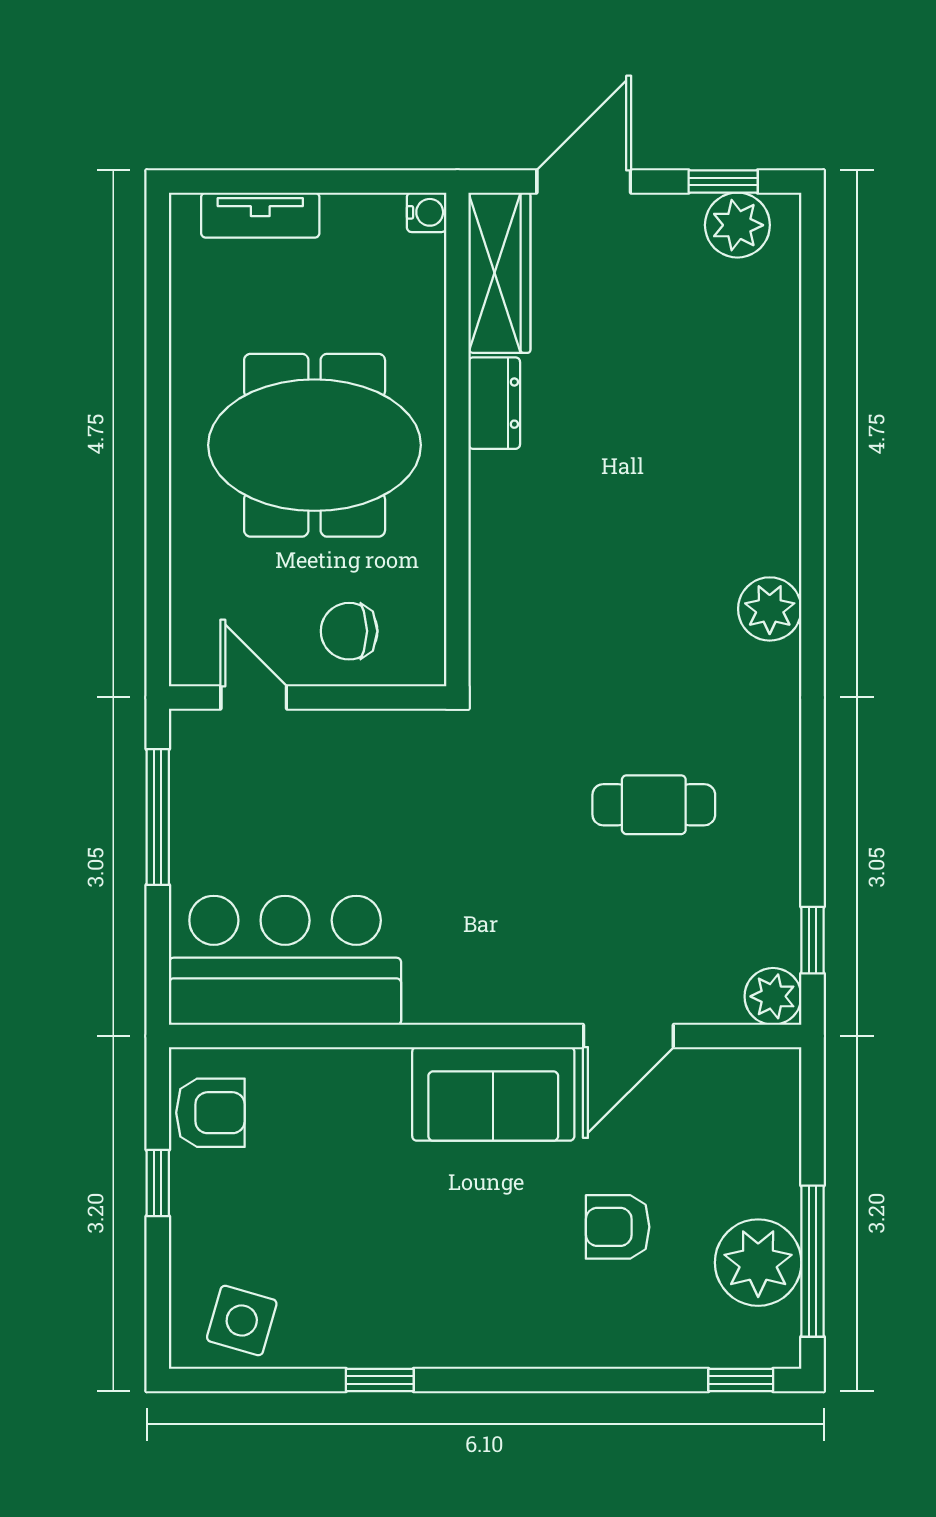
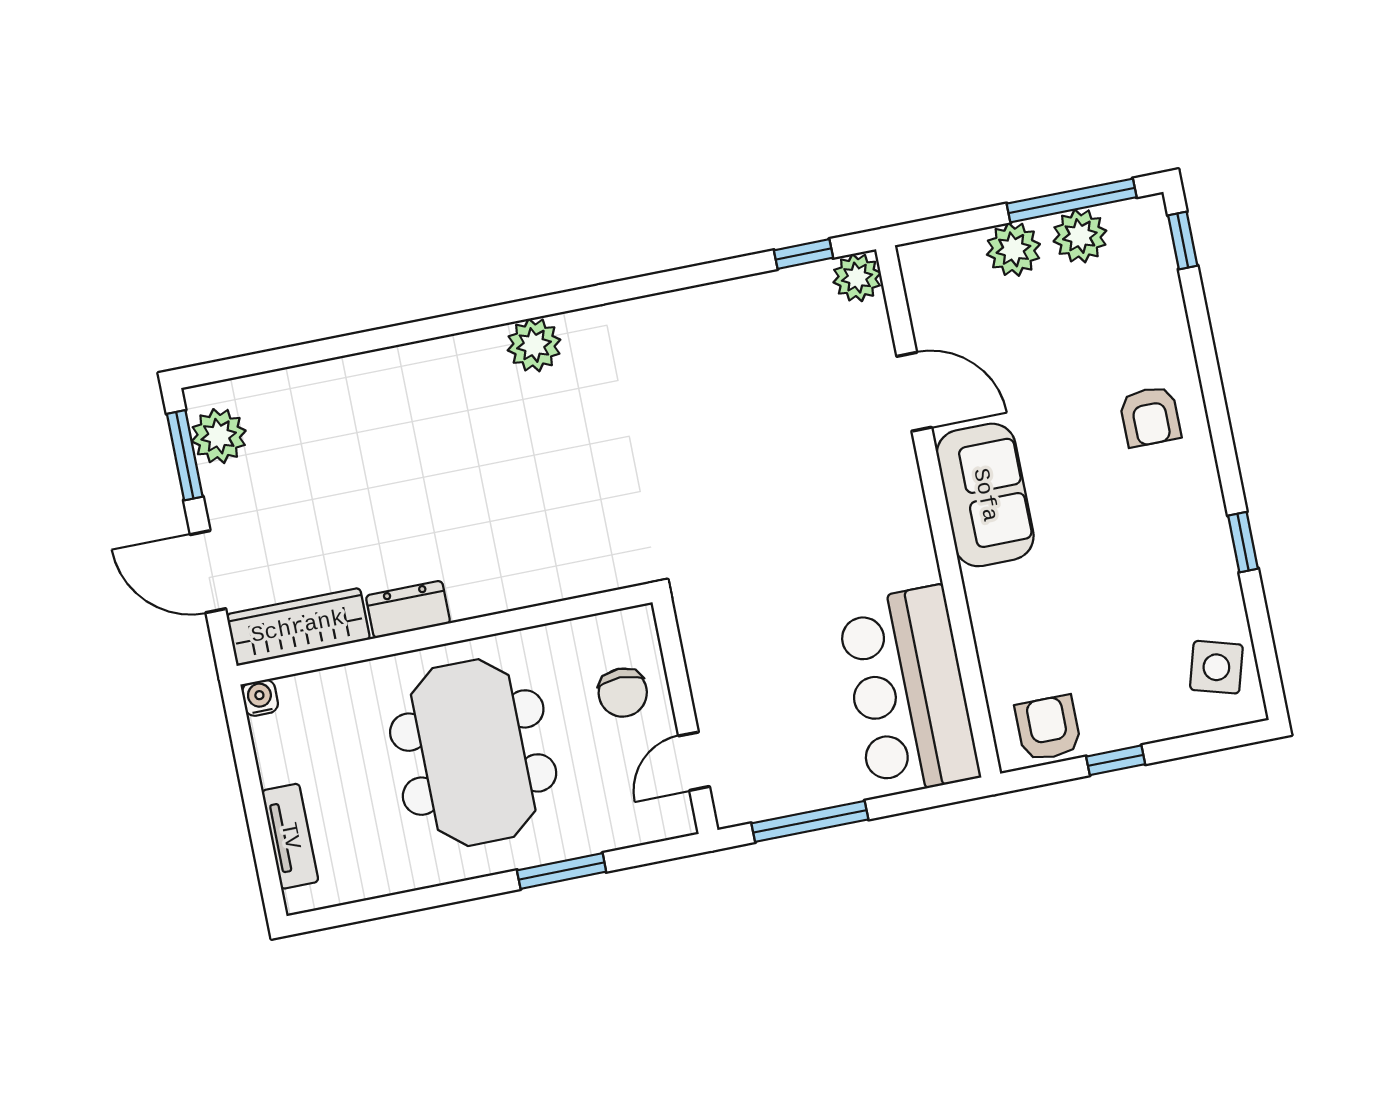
window: (723, 181) -> (185, 455), width x1.50
window: (158, 520) -> (562, 871), added
cafe table: (654, 805) -> (717, 409), removed
plant: (770, 1183) -> (1013, 249), added
armchair: (618, 1227) -> (1150, 416), moved
plant: (758, 1263) -> (1080, 236), width x0.73, depth x0.73

